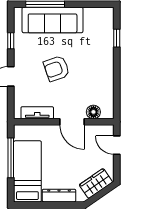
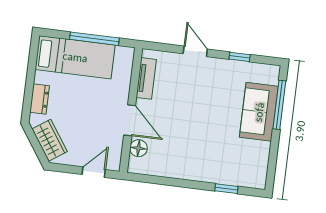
sofa: (53, 20) -> (259, 112), width x0.73
armchair: (57, 69) -> (198, 109), removed
door: (72, 122) -> (130, 120), swing flipped
dresser: (59, 196) -> (40, 99), width x0.70

